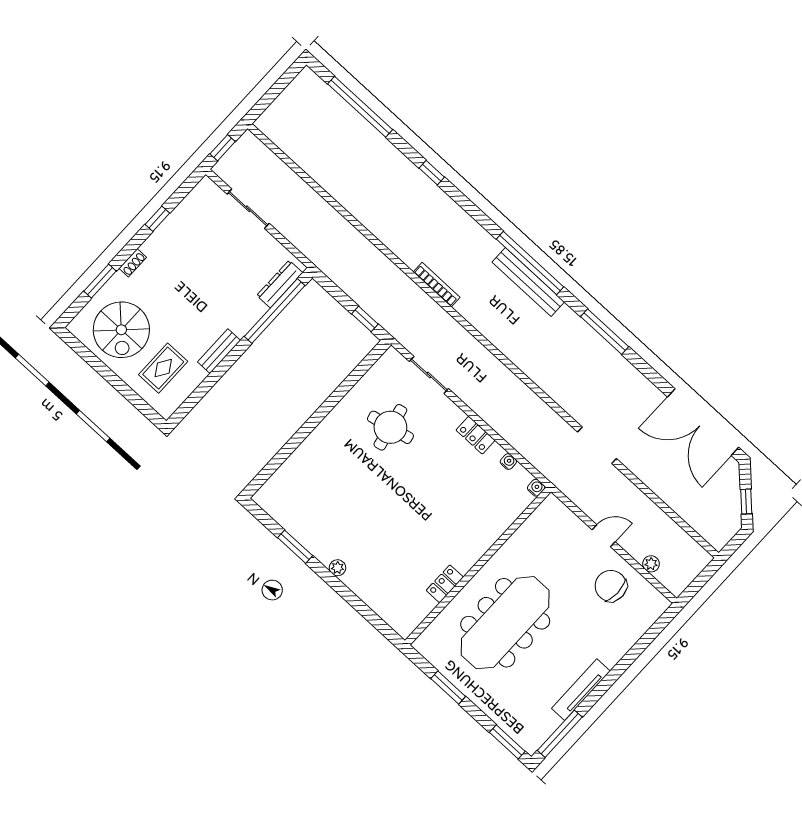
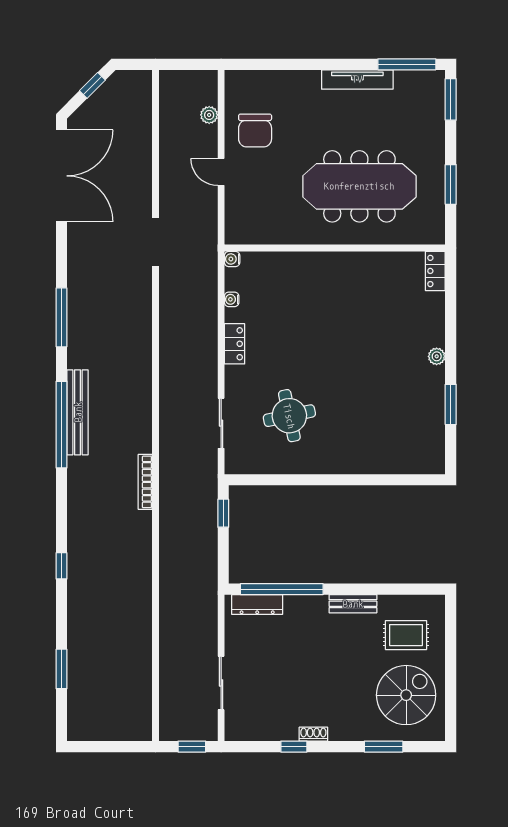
window: (360, 107) -> (61, 669), width x0.47
shoe rack: (133, 263) -> (313, 734), moved
locker: (445, 584) -> (435, 271), moved, turned 90

